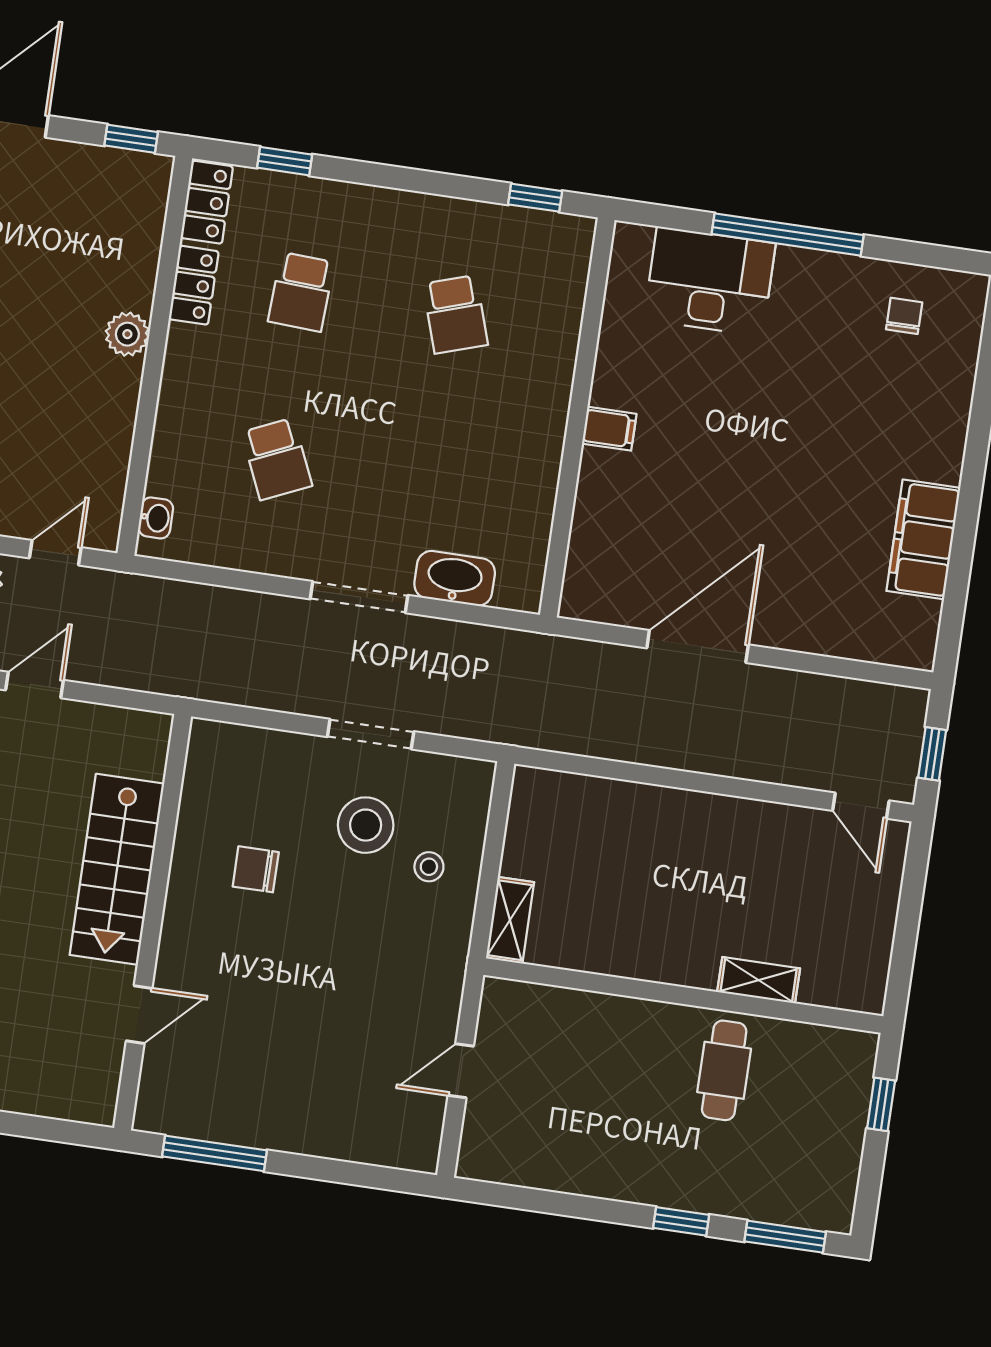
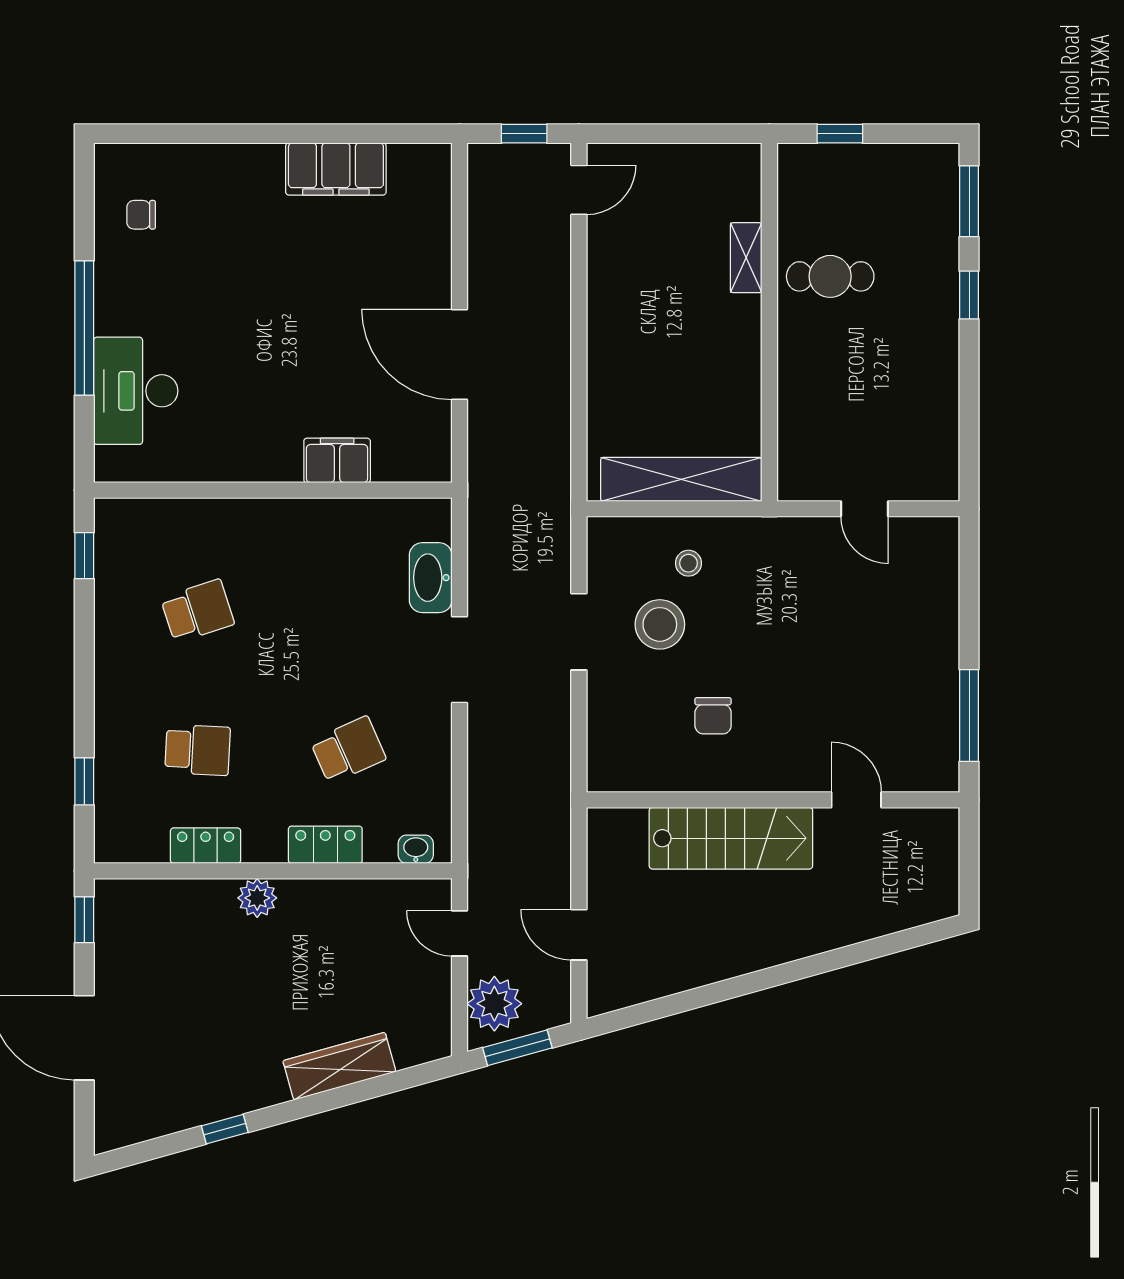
locker: (207, 202) -> (325, 845), moved
filing cabinet: (609, 429) -> (337, 460), moved, width x2.00
shelving: (510, 920) -> (681, 479), width x2.20, depth x1.33

